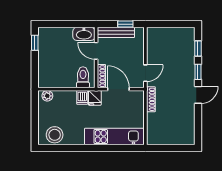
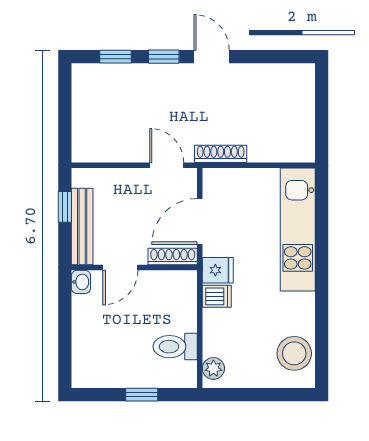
washbasin: (84, 34) -> (81, 282), width x0.52, depth x0.69
window: (35, 43) -> (142, 395), moved
toilet: (83, 77) -> (175, 347), moved

